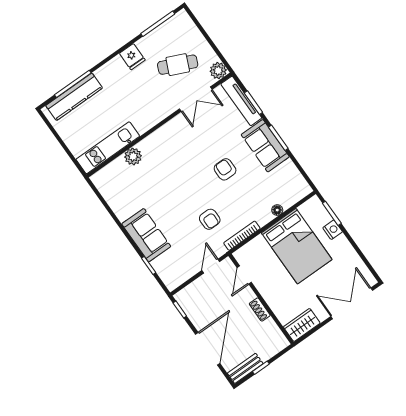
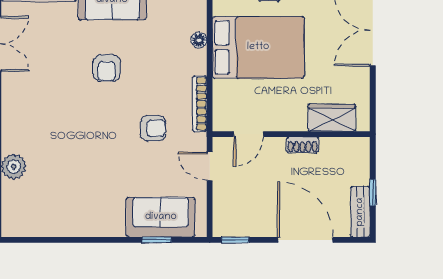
armchair: (225, 169) -> (107, 68), turned -90
sofa: (146, 235) -> (161, 217), moved
door: (244, 275) -> (248, 134), hinge flipped
wardrobe: (302, 325) -> (332, 118), moved, turned 90

